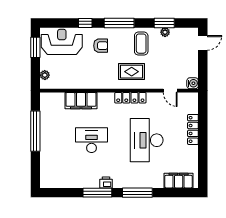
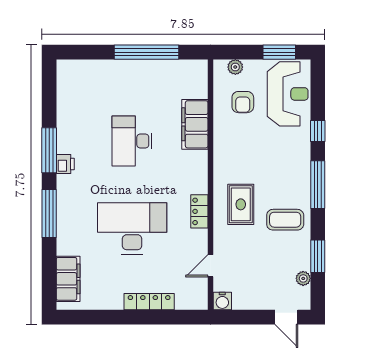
plant: (165, 32) -> (303, 278), moved
armchair: (101, 46) -> (243, 102), moved
locker: (130, 98) -> (199, 211), width x0.66
desk: (92, 140) -> (132, 141), turned 180

